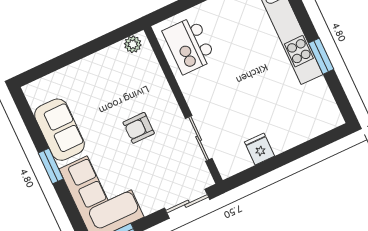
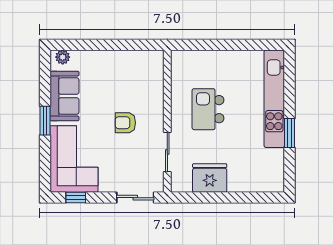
plant: (133, 44) -> (63, 57), moved
kitchen island: (189, 45) -> (208, 109), moved
fridge: (259, 149) -> (210, 178), width x1.88, depth x1.34

